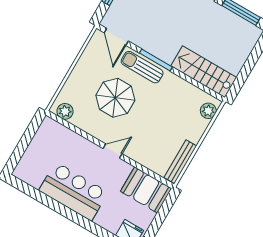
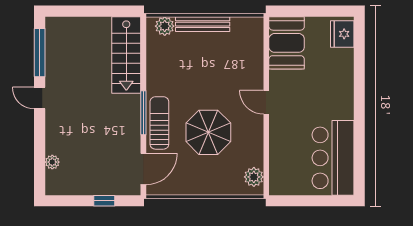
sun lounger: (142, 67) -> (159, 123), turned 180
bench: (180, 162) -> (203, 24), moved
bar counter: (73, 191) -> (333, 158), moved

